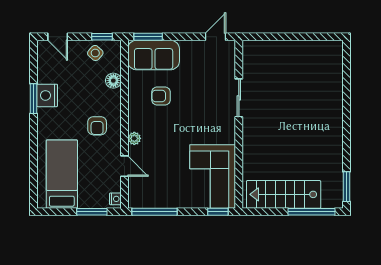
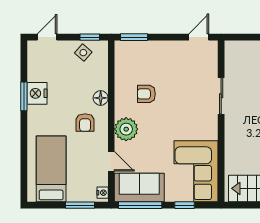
door: (58, 37) -> (47, 37), swing flipped
sofa: (154, 55) -> (139, 188), moved, turned 180
floor lamp: (113, 81) -> (101, 98), moved
plant: (134, 138) -> (126, 129), width x1.87, depth x1.87
window: (218, 212) -> (185, 205), moved

